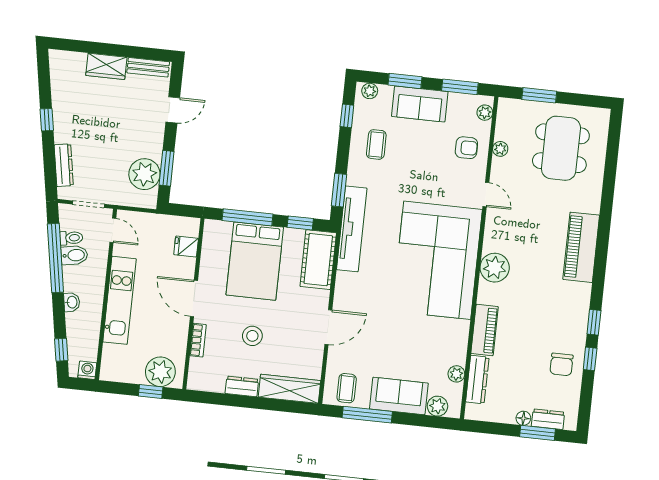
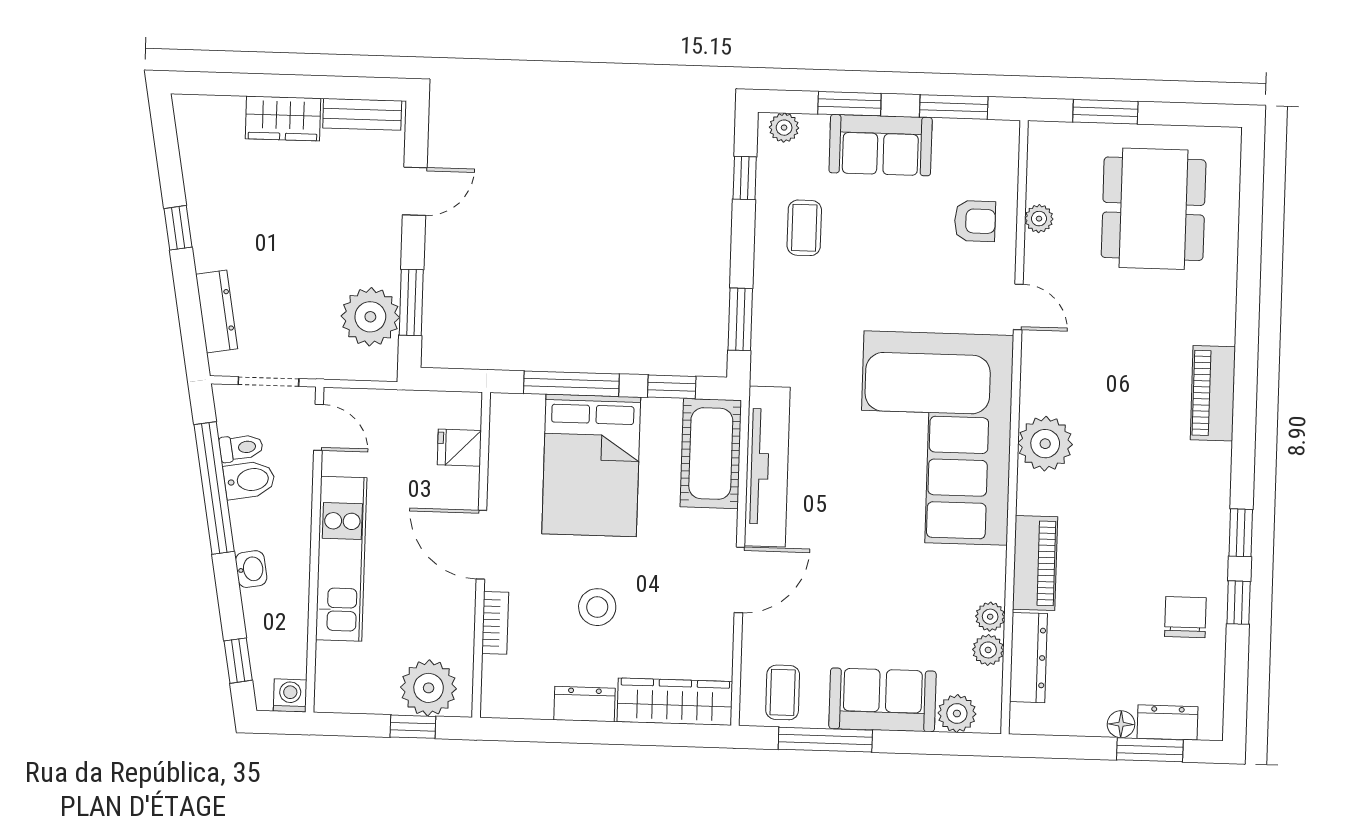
plant: (485, 113) -> (990, 617), moved
tv unit: (352, 229) -> (767, 466), moved
piano: (581, 247) -> (1213, 393), width x0.73, depth x0.75
chair: (561, 364) -> (1185, 617), turned 180

